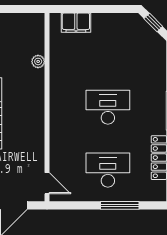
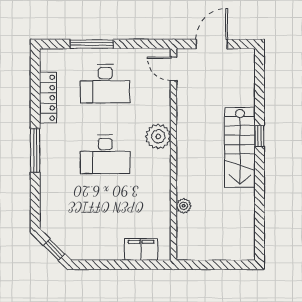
plant: (61, 123) -> (158, 136), added

